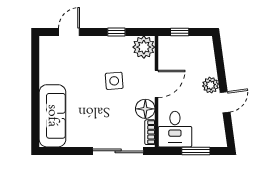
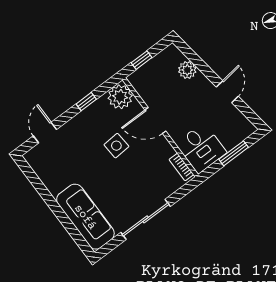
door: (157, 84) -> (155, 121), swing flipped
plant: (211, 85) -> (187, 70), moved
floor lamp: (145, 109) -> (162, 150), removed
sliding door: (118, 151) -> (146, 219), moved

